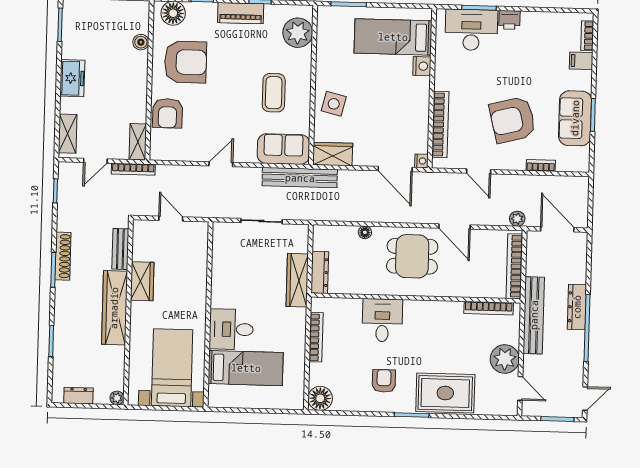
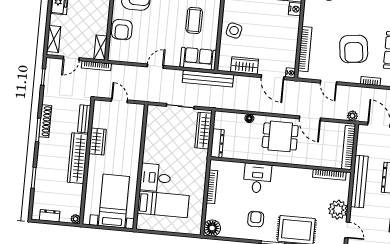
armchair: (513, 120) -> (354, 49), turned -83
wardrobe: (333, 154) -> (245, 66), moved
wardrobe: (297, 280) -> (203, 131), moved

